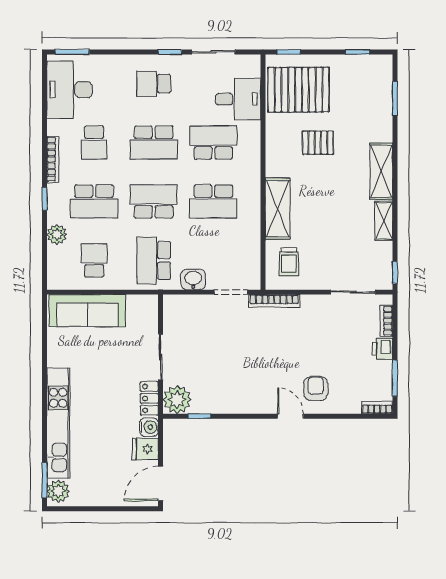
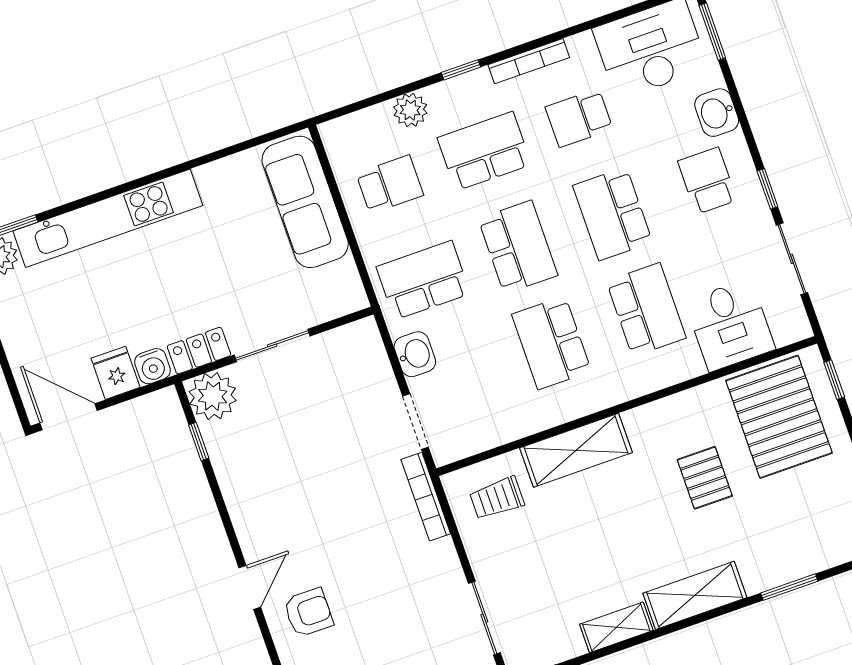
washbasin: (118, 65) -> (717, 113), added
window: (395, 99) -> (789, 587), moved
school desk: (94, 201) -> (484, 151), turned 90

